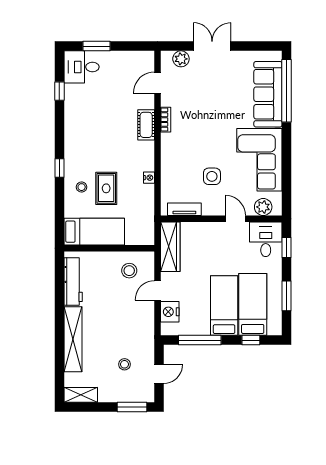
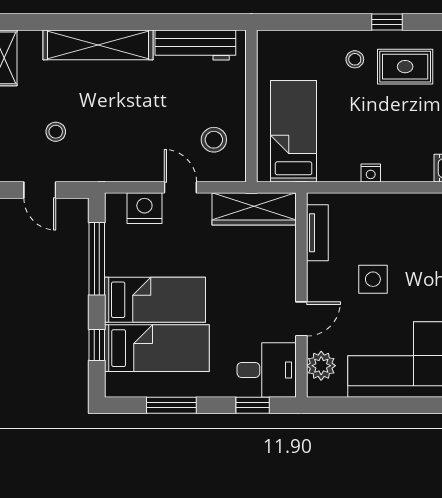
rug: (106, 188) -> (405, 67), moved
bed: (94, 232) -> (294, 131), moved, turned 180

